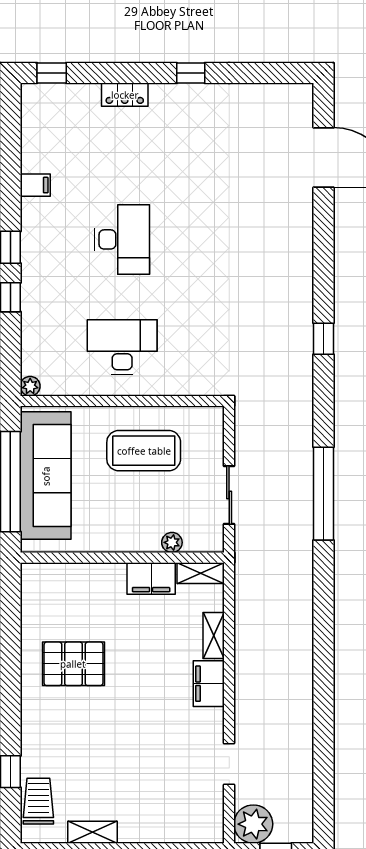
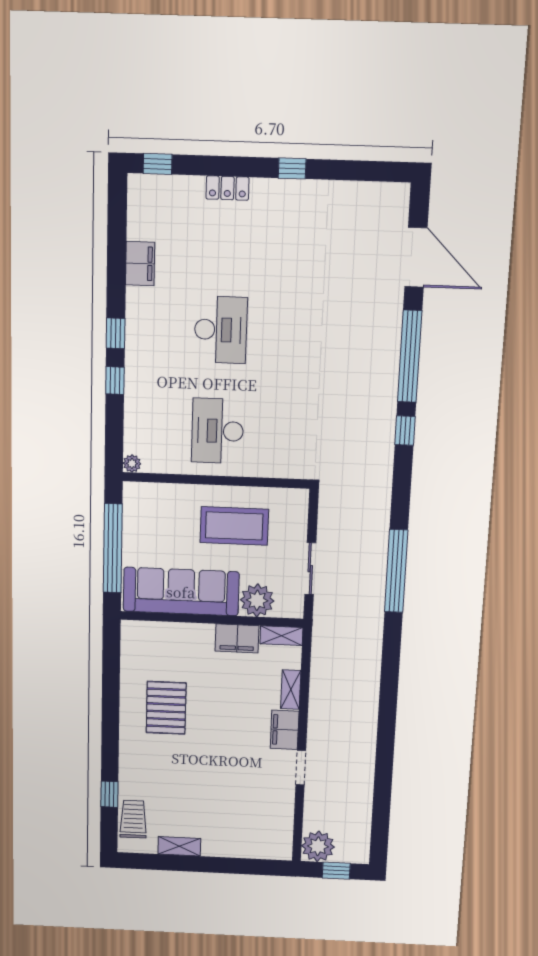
filing cabinet: (35, 185) -> (140, 263), width x2.00
window: (323, 260) -> (410, 356), added
desk: (122, 347) -> (218, 431), turned -90
sofa: (46, 476) -> (181, 592), moved, turned -90
plant: (172, 542) -> (257, 600), width x1.88, depth x1.88
pallet: (73, 664) -> (166, 708), turned 90
doorway: (229, 764) -> (301, 768), moved

